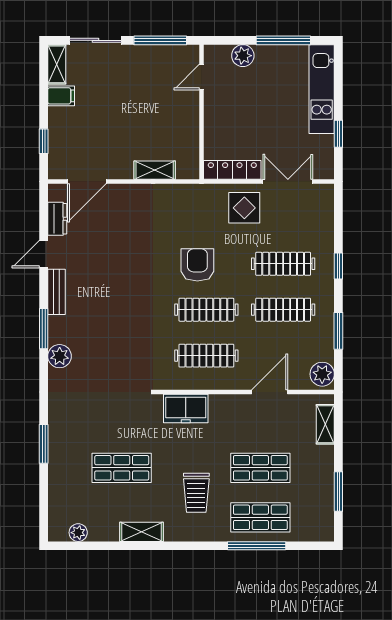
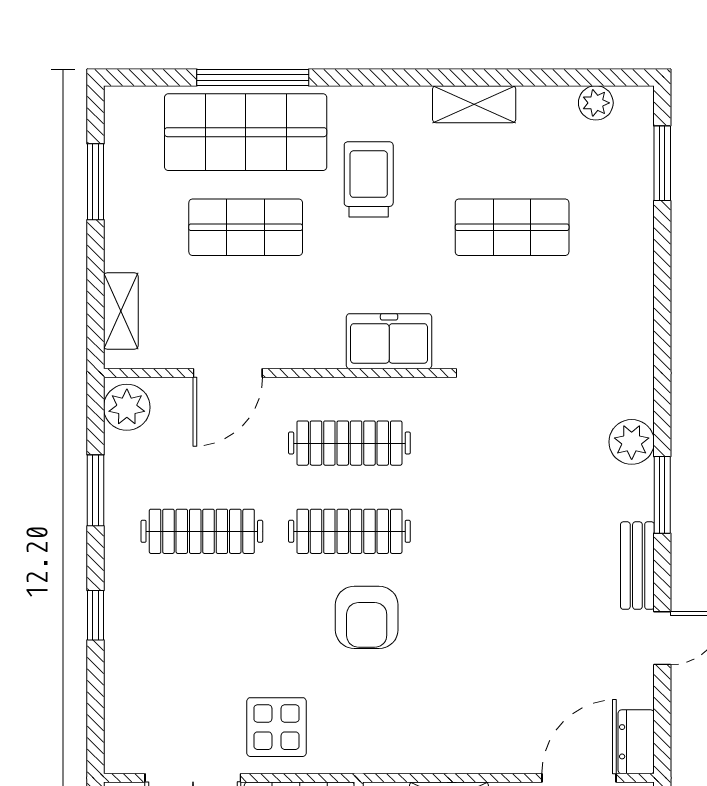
dresser: (57, 219) -> (636, 742), moved
clothes rail: (283, 264) -> (202, 620), removed
window: (44, 444) -> (662, 163), moved
shop shelf: (260, 517) -> (246, 132), width x1.43, depth x1.36

